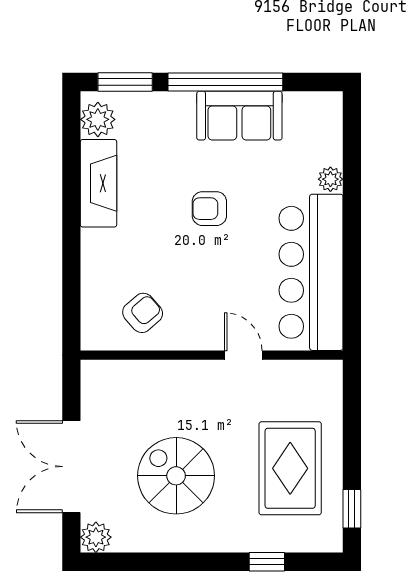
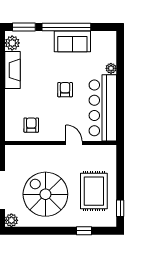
armchair: (209, 209) -> (65, 90), moved, turned 90
armchair: (143, 313) -> (31, 125), turned -49
spiral stairs: (176, 476) -> (45, 194), width x1.37, depth x1.37

